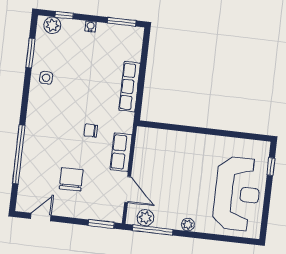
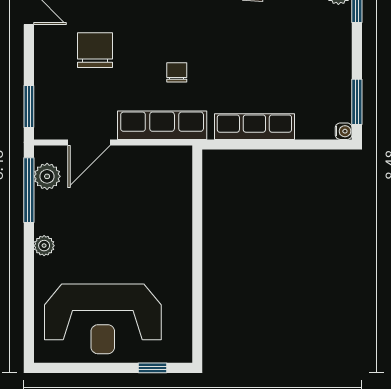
water cooler: (91, 26) -> (344, 131), moved
row of seats: (121, 152) -> (162, 125), width x1.48
chair: (71, 179) -> (95, 50), turned -90

